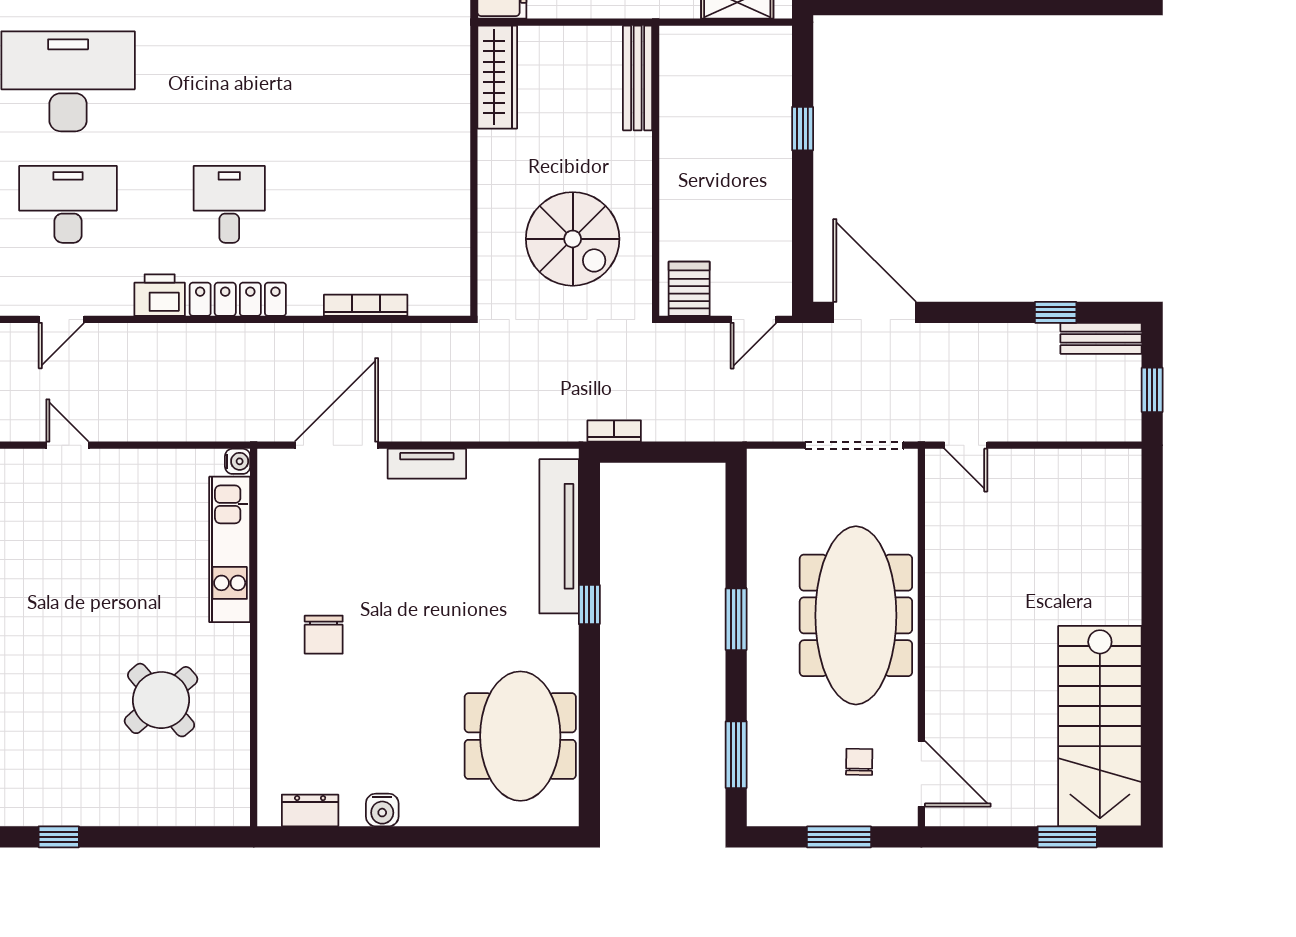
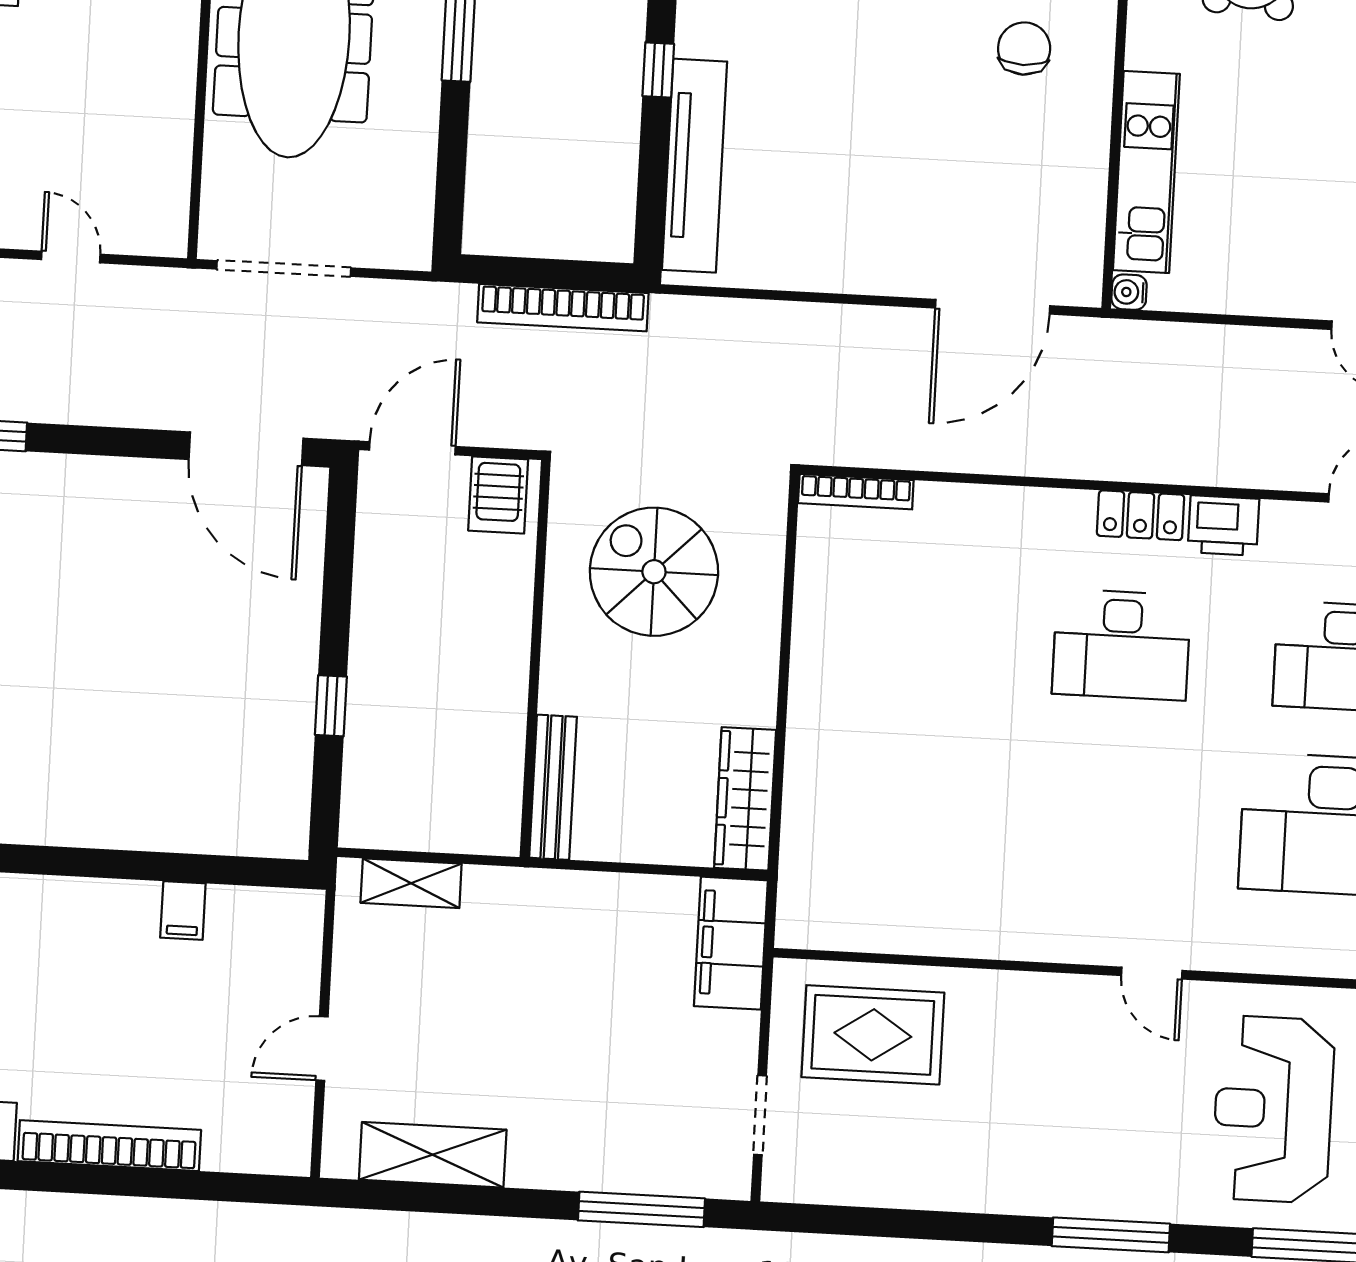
desk: (229, 204) -> (1121, 645), width x1.37
locker: (238, 299) -> (1141, 515), width x0.66
bookcase: (366, 305) -> (856, 492), moved
door: (753, 319) -> (412, 448), width x1.38
bookcase: (614, 431) -> (563, 308), width x2.31, depth x1.31
door: (966, 445) -> (71, 257), moved
tv unit: (427, 464) -> (870, 275), removed

